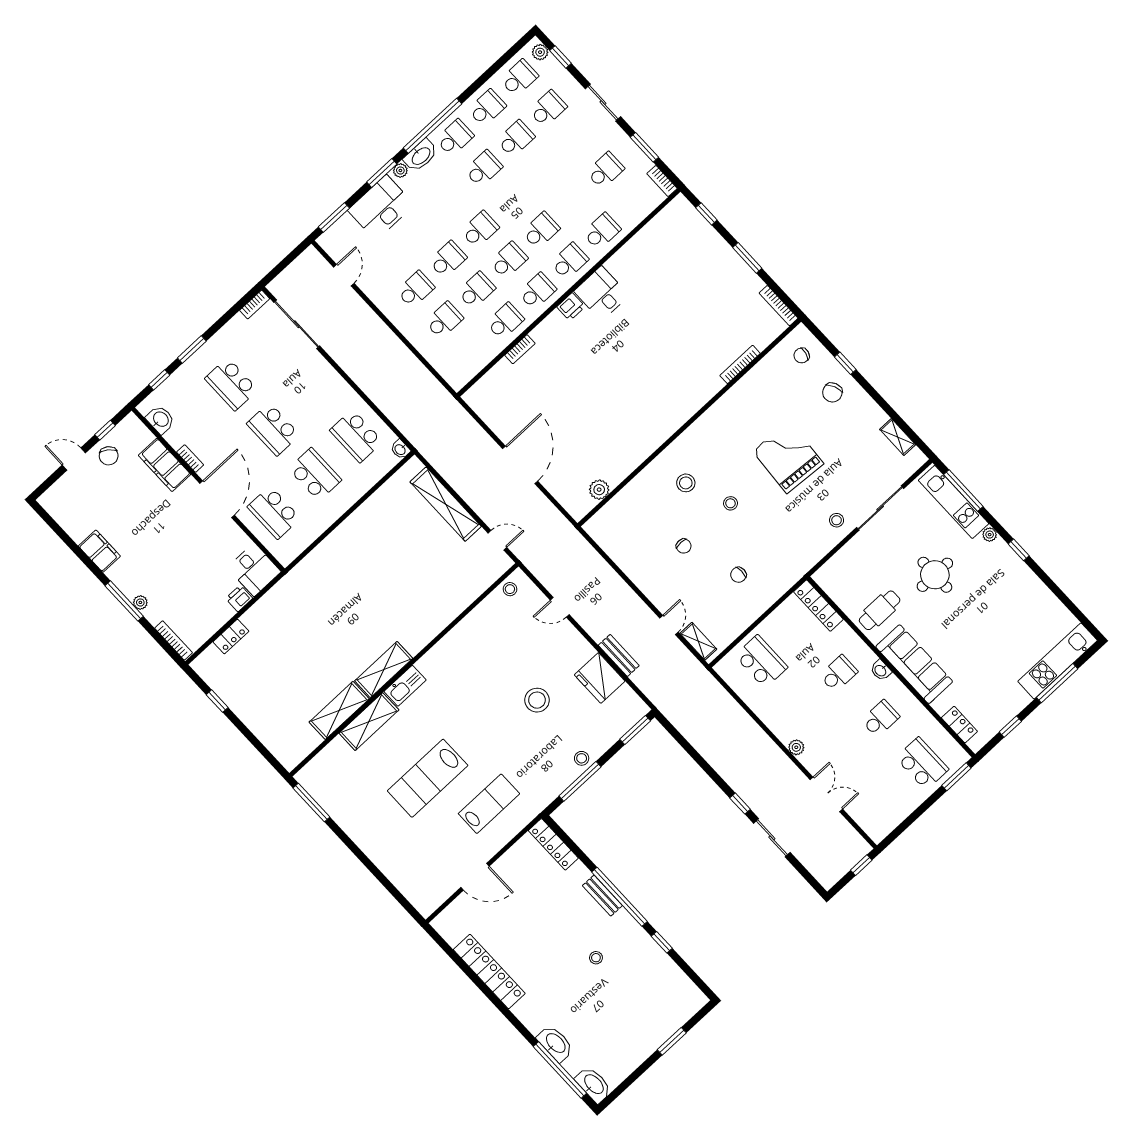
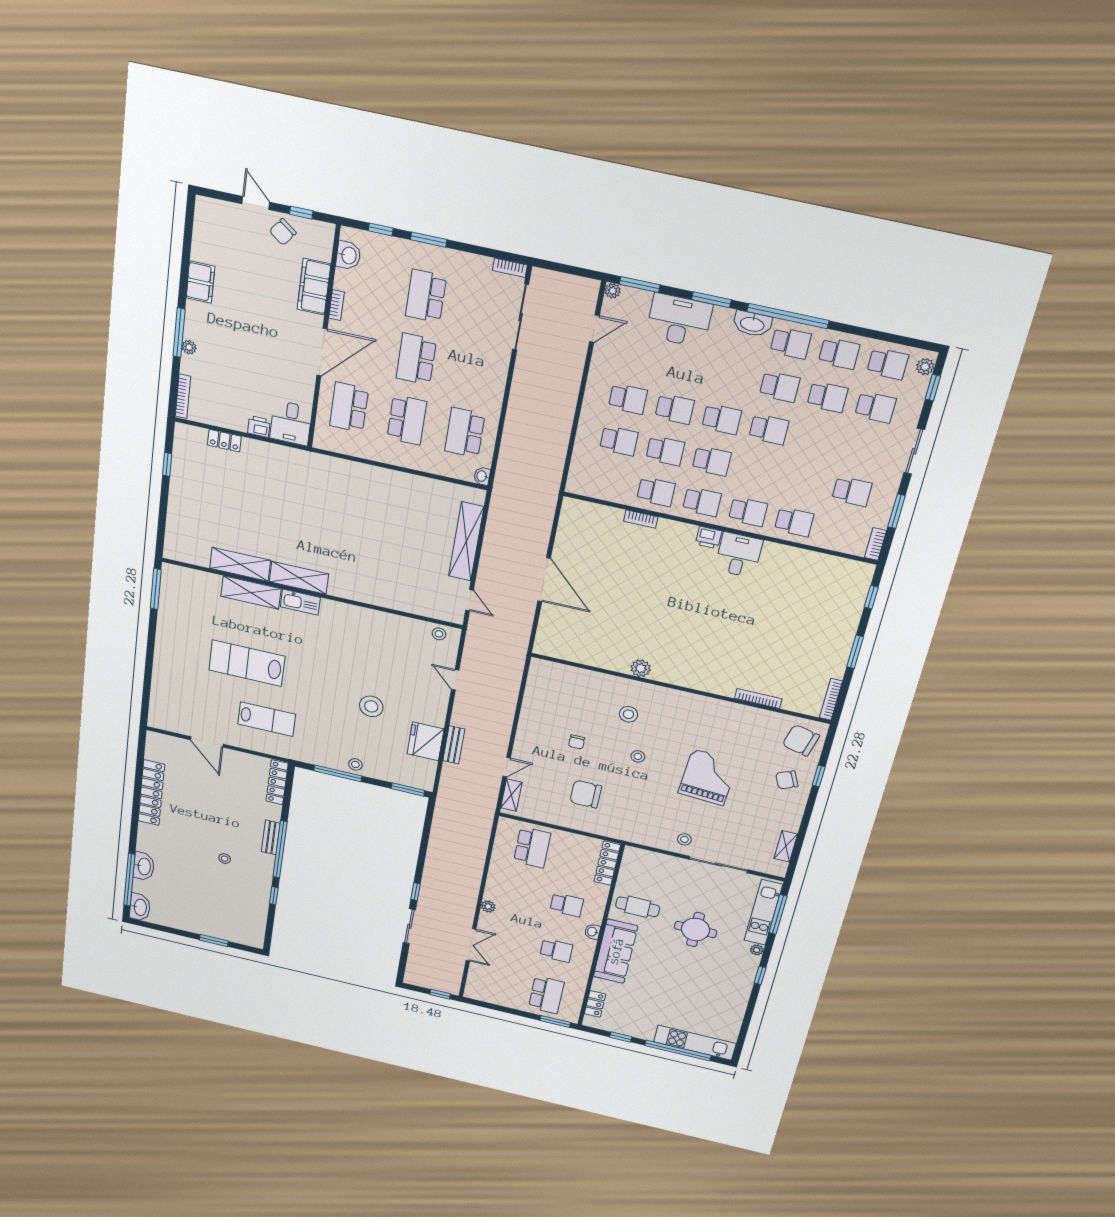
plant: (400, 170) -> (613, 291), moved
school desk: (541, 230) -> (769, 429), moved
chair: (802, 356) -> (801, 740), width x1.87, depth x1.87
door: (520, 465) -> (544, 580), hinge flipped
plant: (599, 490) -> (641, 668), moved
chair: (738, 575) -> (586, 794), width x1.87, depth x1.87
window: (1057, 683) -> (678, 1051), width x1.46

